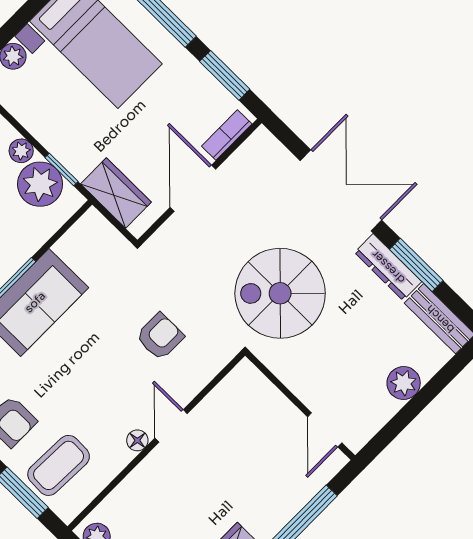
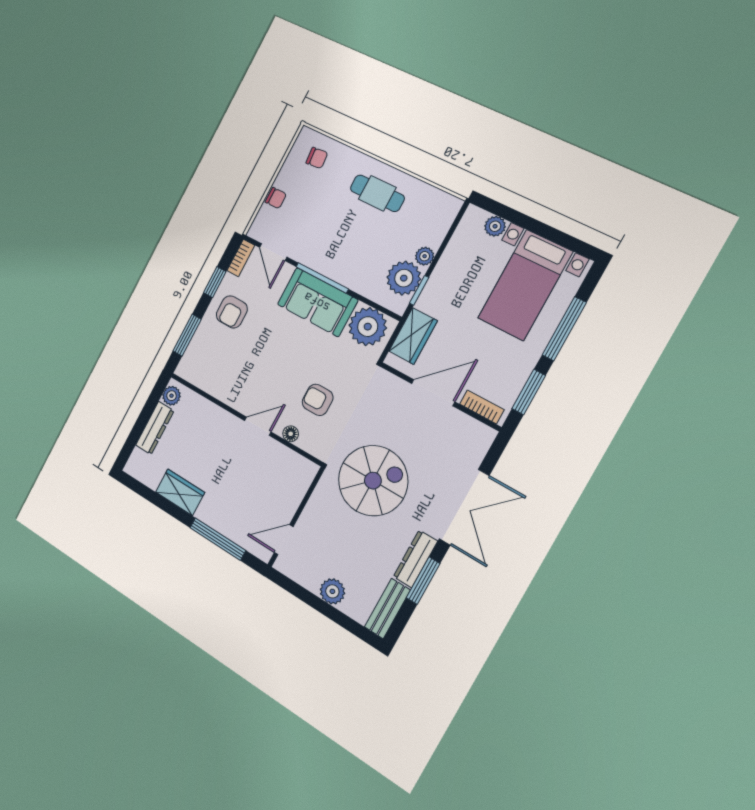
plant: (87, 246) -> (368, 327), added
spiral stairs: (280, 293) -> (373, 481), turned 90
armchair: (160, 337) -> (318, 400), turned 180
floor lamp: (137, 440) -> (291, 434), moved
coffee table: (59, 465) -> (211, 355), removed

